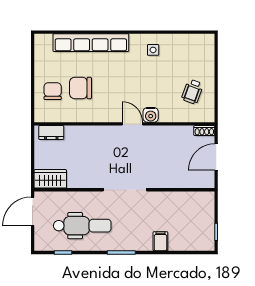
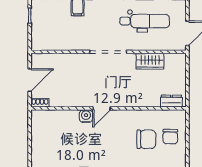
wheelchair: (192, 92) -> (50, 136), removed
door: (132, 124) -> (102, 108), hinge flipped
wardrobe: (50, 179) -> (150, 61), moved
dental chair: (82, 226) -> (145, 21), turned 180

